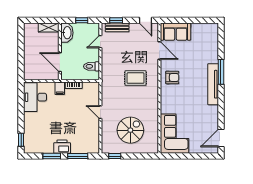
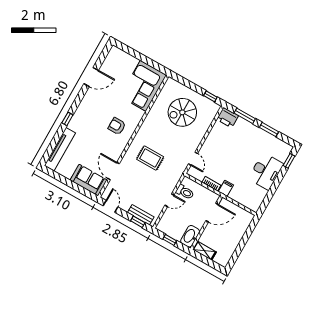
door: (100, 42) -> (169, 200), moved
door: (60, 62) -> (212, 213), hinge flipped
window: (221, 72) -> (67, 119), width x0.46
armchair: (172, 77) -> (117, 126), moved
tv unit: (213, 84) -> (60, 149), moved
desk: (35, 97) -> (266, 171), moved
door: (100, 112) -> (193, 159), moved
door: (221, 138) -> (91, 77), moved
printer: (62, 147) -> (228, 118), moved

